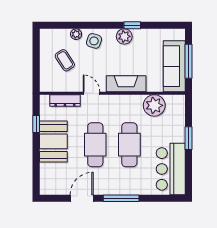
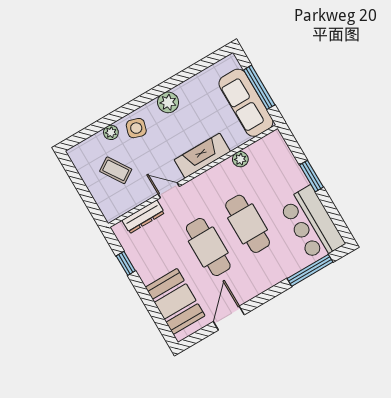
window: (132, 25) -> (170, 84), removed
plant: (154, 105) -> (240, 159), width x0.53, depth x0.53
booth: (53, 141) -> (175, 301), moved
window: (121, 198) -> (310, 270), moved

